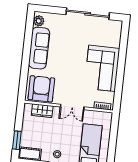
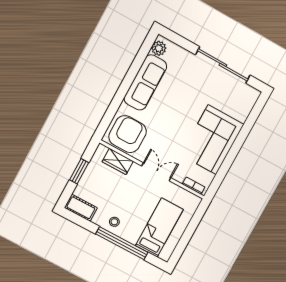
double door: (72, 107) -> (156, 172), swing flipped
window: (17, 140) -> (79, 171), moved

